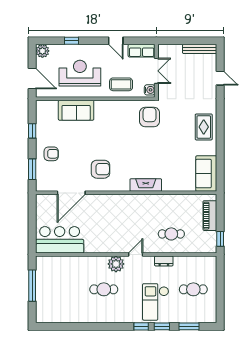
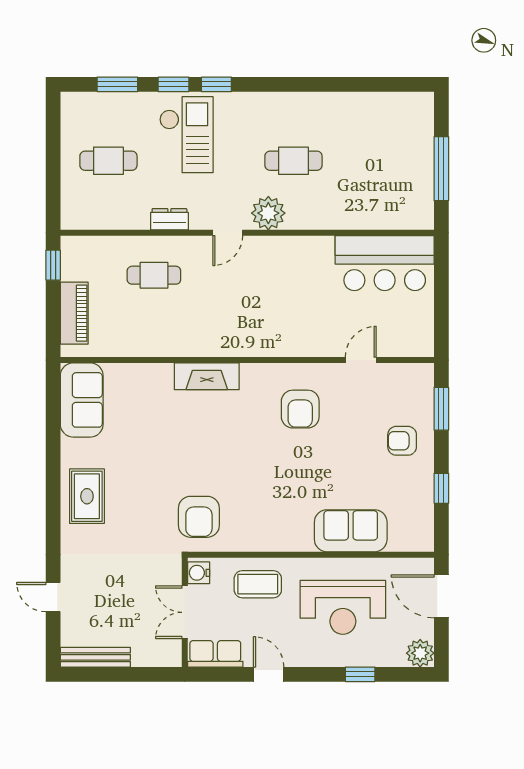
armchair: (100, 169) -> (300, 409), turned -90
door: (71, 193) -> (361, 360), width x0.53

